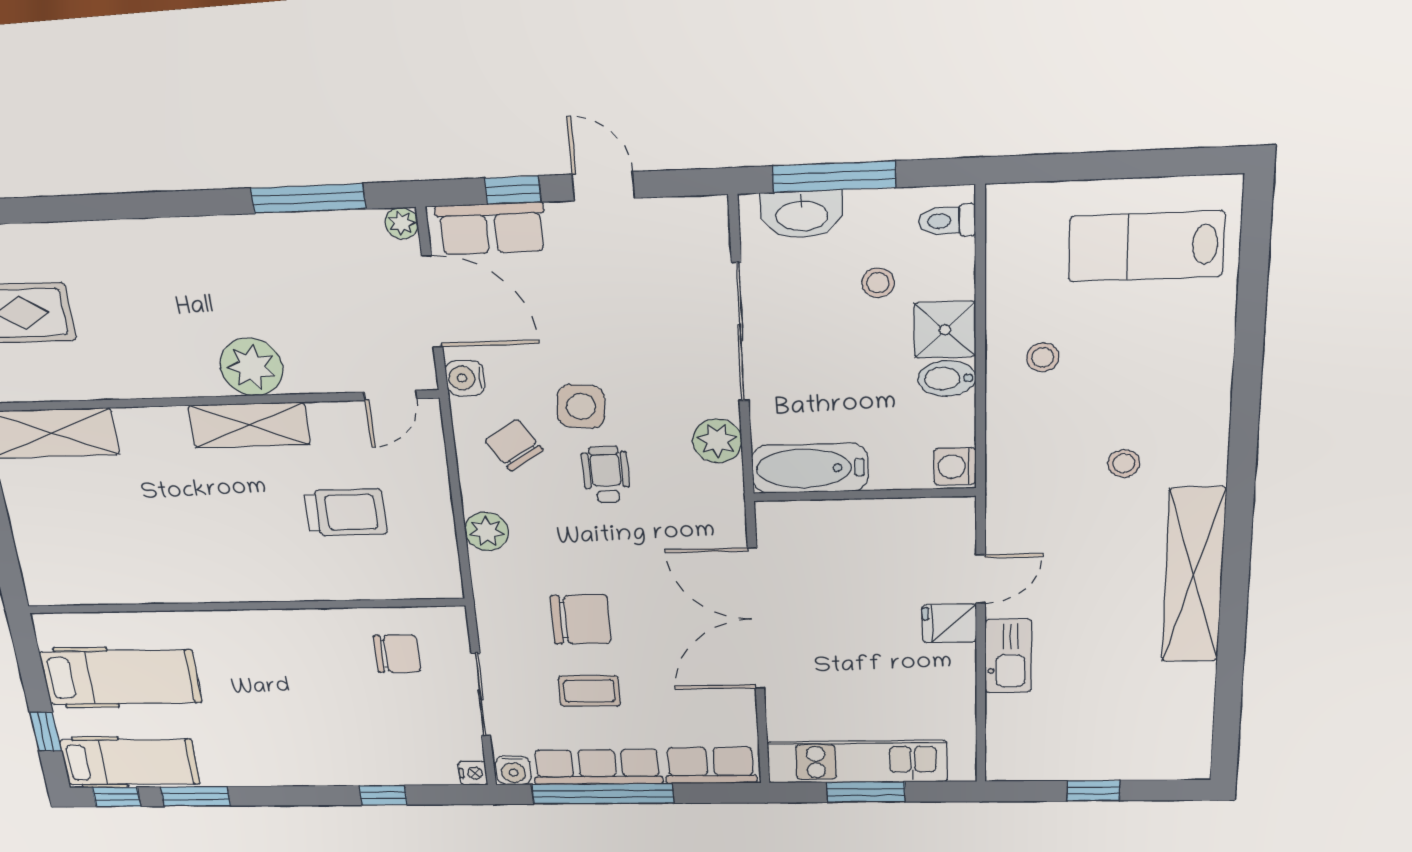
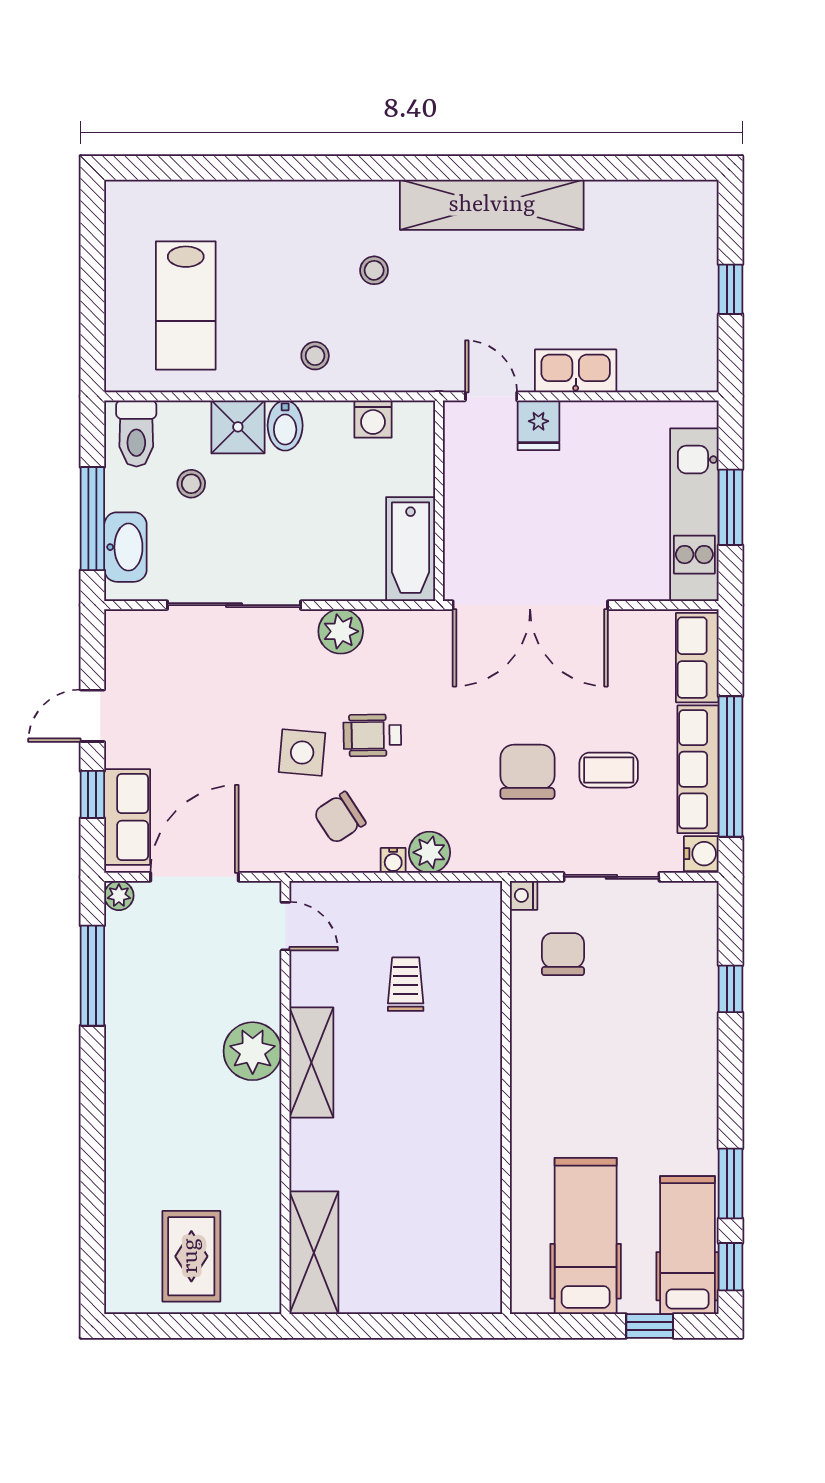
toilet: (947, 221) -> (136, 433), width x1.37, depth x1.39
lab bench: (1146, 246) -> (186, 305), moved
stool: (1043, 357) -> (315, 356), moved
water cooler: (465, 378) -> (393, 860), moved, width x0.72, depth x0.72
bathtub: (810, 468) -> (411, 549), moved
wall: (864, 495) -> (439, 501), moved
trolley: (346, 512) -> (406, 984), width x0.73, depth x0.72
coffee table: (589, 691) -> (609, 770), turned 90
nightstand: (473, 773) -> (524, 895), moved, turned -90

